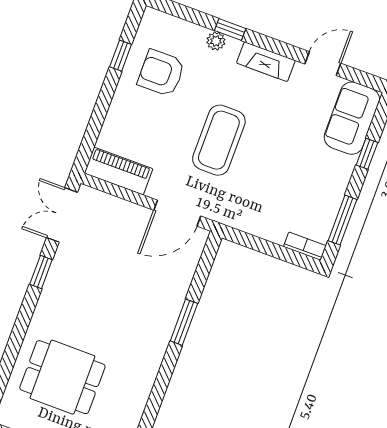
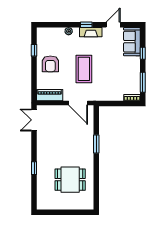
window: (230, 29) -> (86, 25), moved
armchair: (161, 73) -> (50, 64), moved, turned -90
door: (177, 213) -> (78, 103), hinge flipped
window: (41, 272) -> (34, 168), moved
dining table: (62, 377) -> (70, 180), moved

